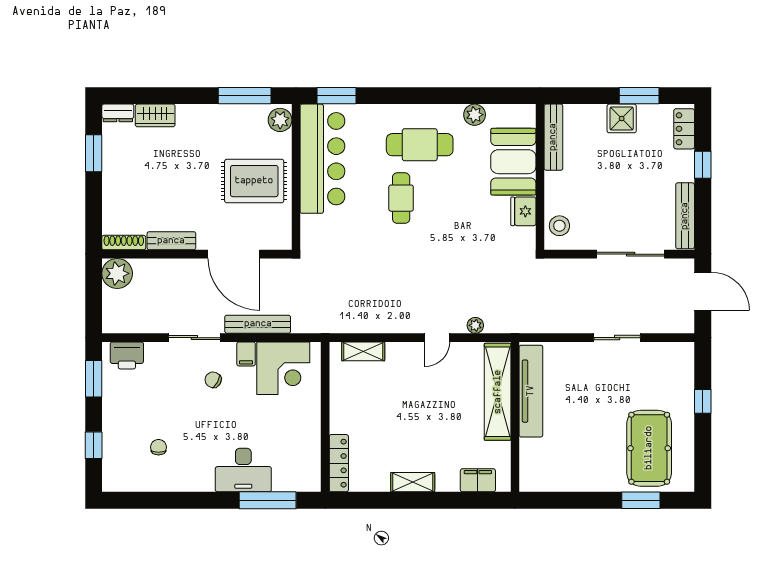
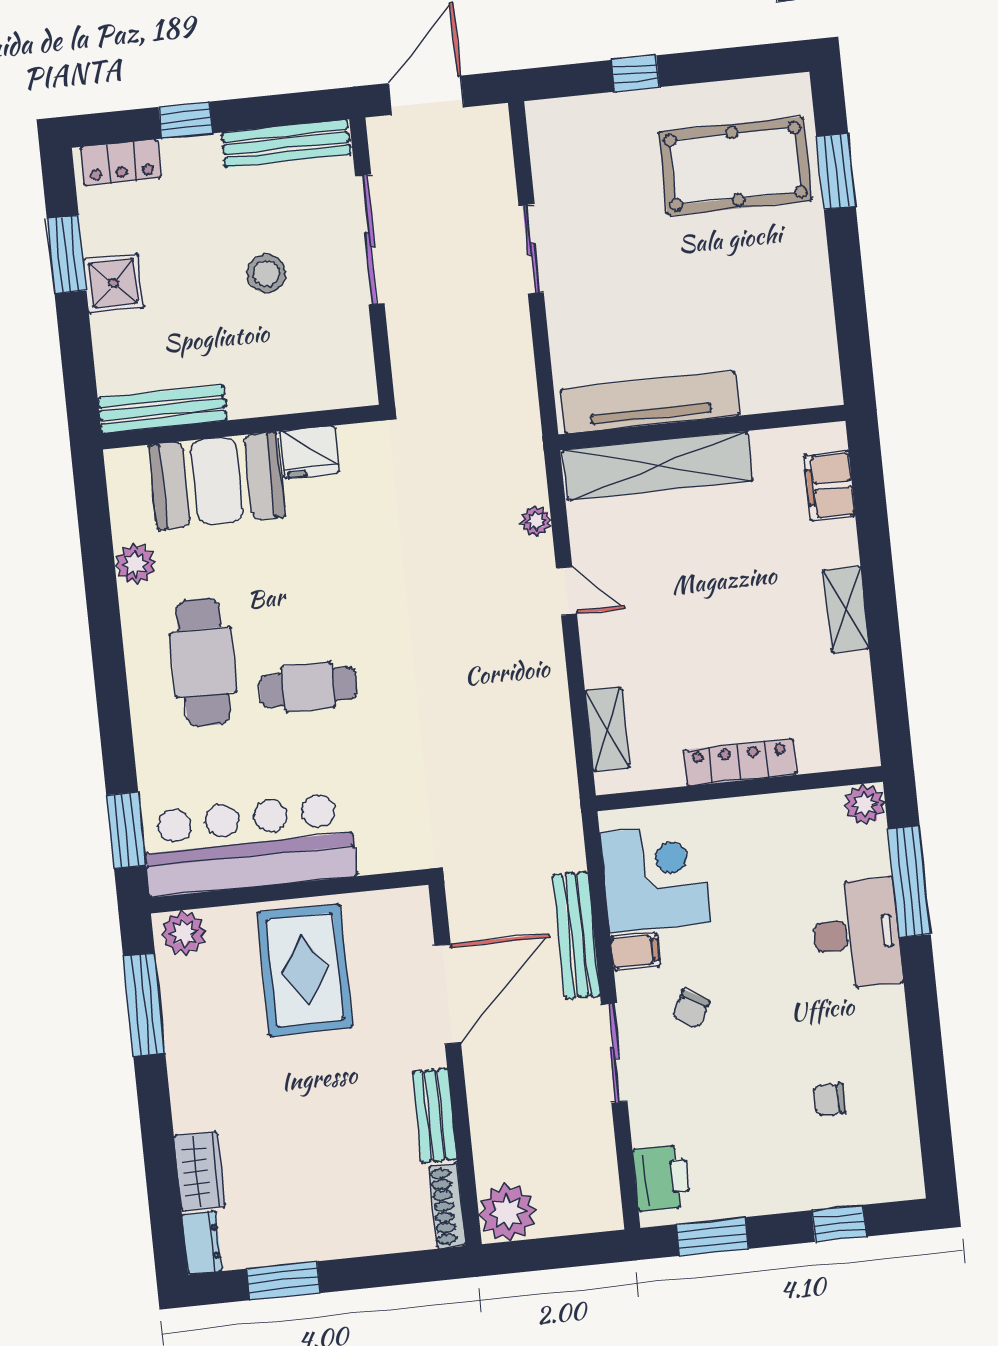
stool: (559, 226) -> (266, 273), moved
locker: (339, 463) -> (740, 762), moved
plant: (310, 481) -> (865, 804), added

